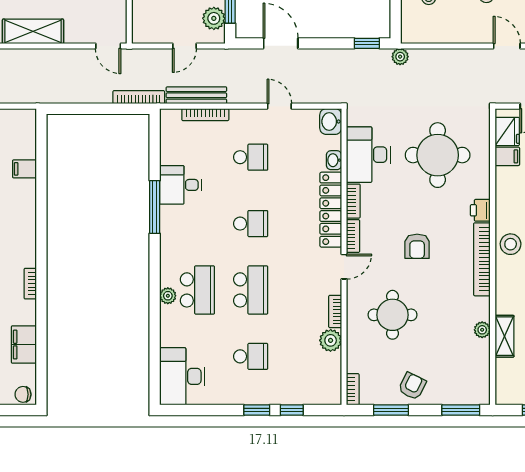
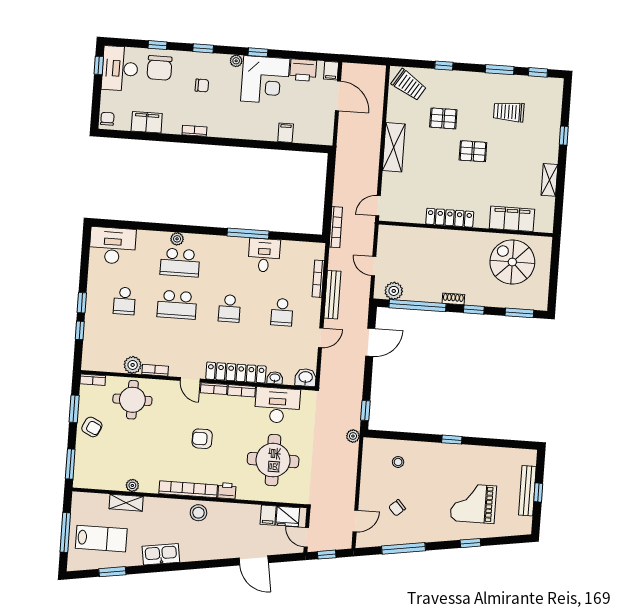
bench: (196, 95) -> (332, 295), moved
round table: (392, 315) -> (132, 400), moved

